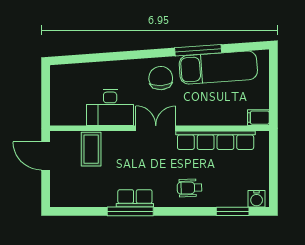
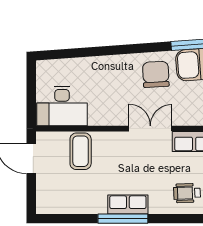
desk: (110, 107) -> (62, 106), moved

